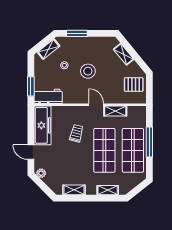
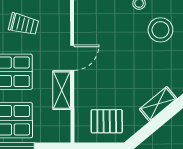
stool: (88, 71) -> (160, 30), moved
pallet: (134, 85) -> (107, 121), turned 90

